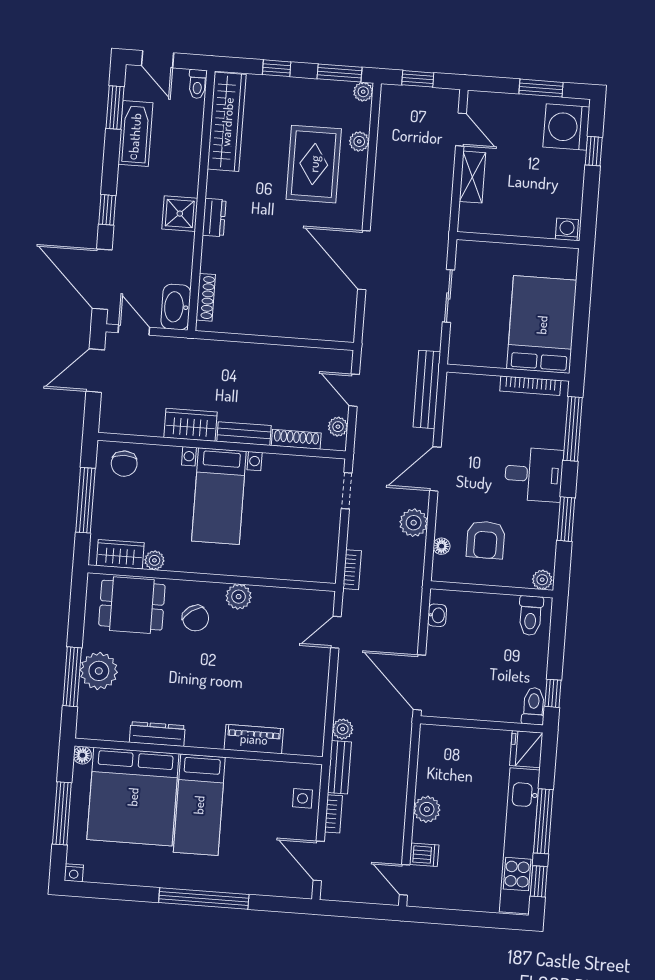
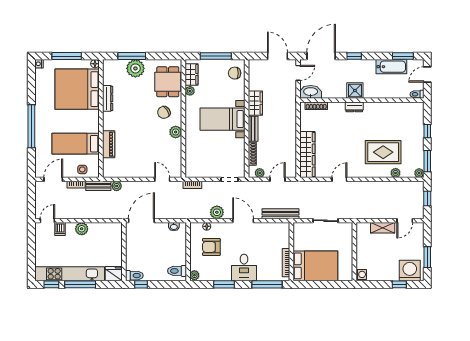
wardrobe: (227, 122) -> (307, 154), moved, turned -90
door: (364, 260) -> (339, 179), width x0.53
bed: (199, 805) -> (76, 144), moved

